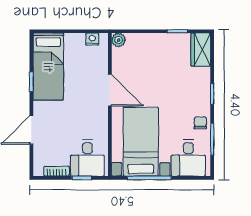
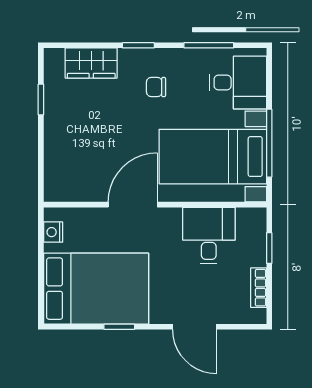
plant: (119, 40) -> (54, 191), removed
wardrobe: (201, 50) -> (91, 63), moved
bed: (48, 67) -> (96, 289), width x1.50
chair: (200, 123) -> (156, 87), moved
desk: (87, 158) -> (209, 236), moved, turned -90

